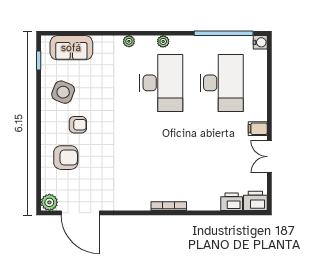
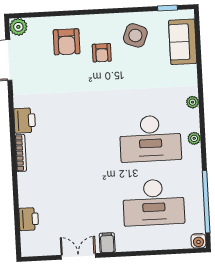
printer: (255, 201) -> (25, 121), moved

